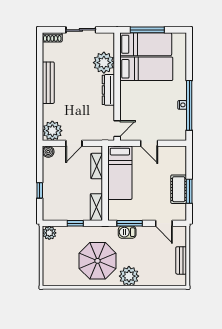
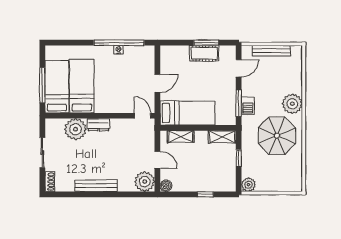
dresser: (108, 90) -> (98, 125), width x0.70
bench: (181, 260) -> (271, 51), width x1.36

